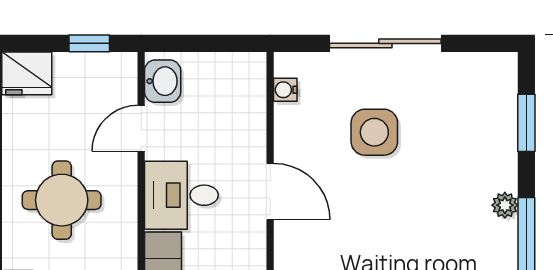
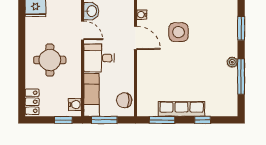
door: (141, 128) -> (83, 30), swing flipped
door: (270, 191) -> (136, 38), moved

